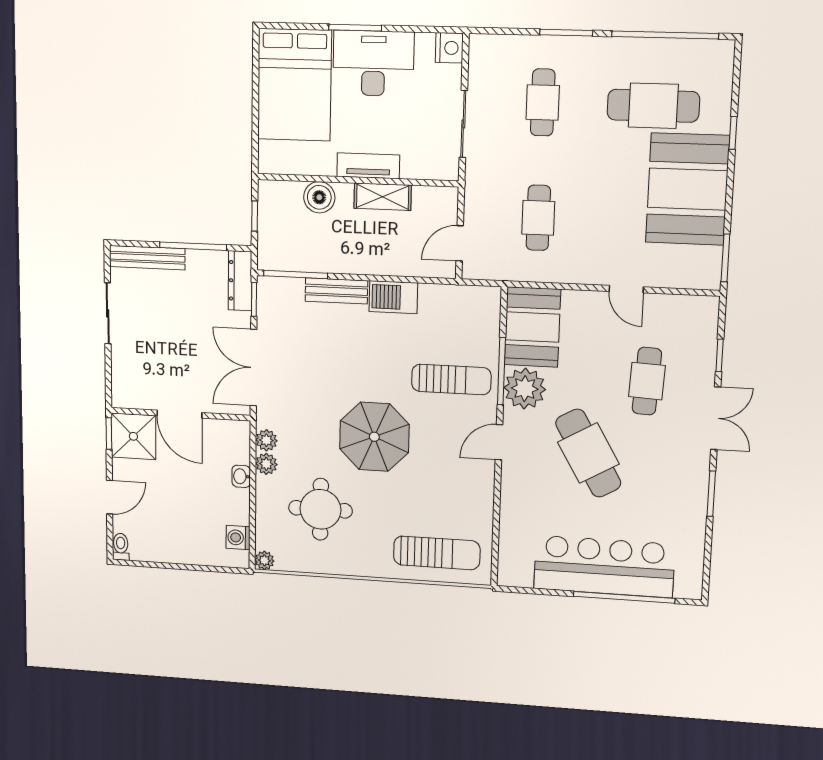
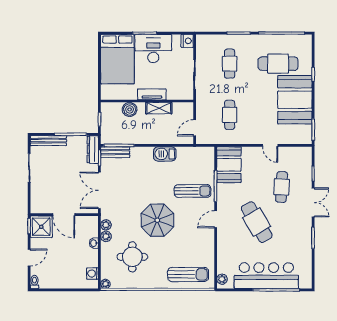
bench: (336, 291) -> (115, 152), moved
plant: (525, 389) -> (222, 279), moved, width x0.53, depth x0.53

